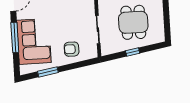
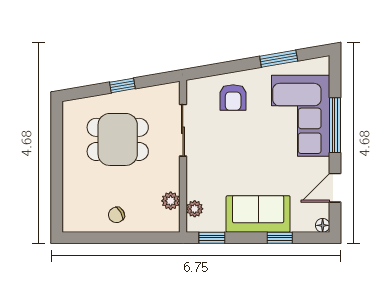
dining table: (133, 22) -> (118, 139), turned 90
armchair: (72, 49) -> (233, 98), turned 90

